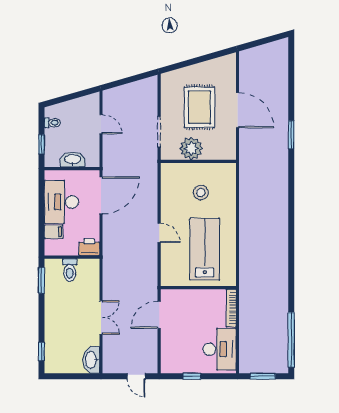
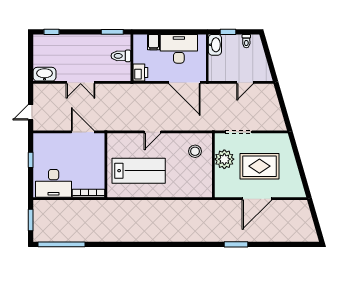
washbasin: (73, 160) -> (215, 45), moved
stool: (201, 193) -> (195, 151), moved

